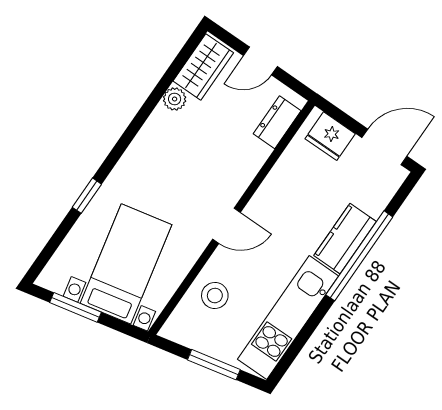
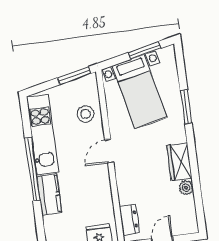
wardrobe: (203, 67) -> (179, 162), moved
window: (87, 196) -> (186, 107), width x1.50
window: (359, 256) -> (32, 169), moved
window: (214, 365) -> (74, 76), moved

